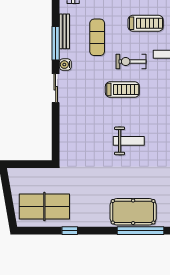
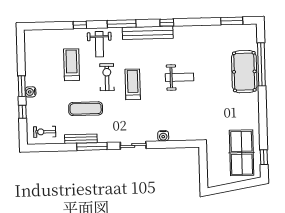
exercise bike: (131, 62) -> (107, 77), turned 180
water cooler: (65, 65) -> (163, 136), moved
weight bench: (129, 141) -> (180, 77), turned 90
window: (70, 231) -> (264, 157), moved

